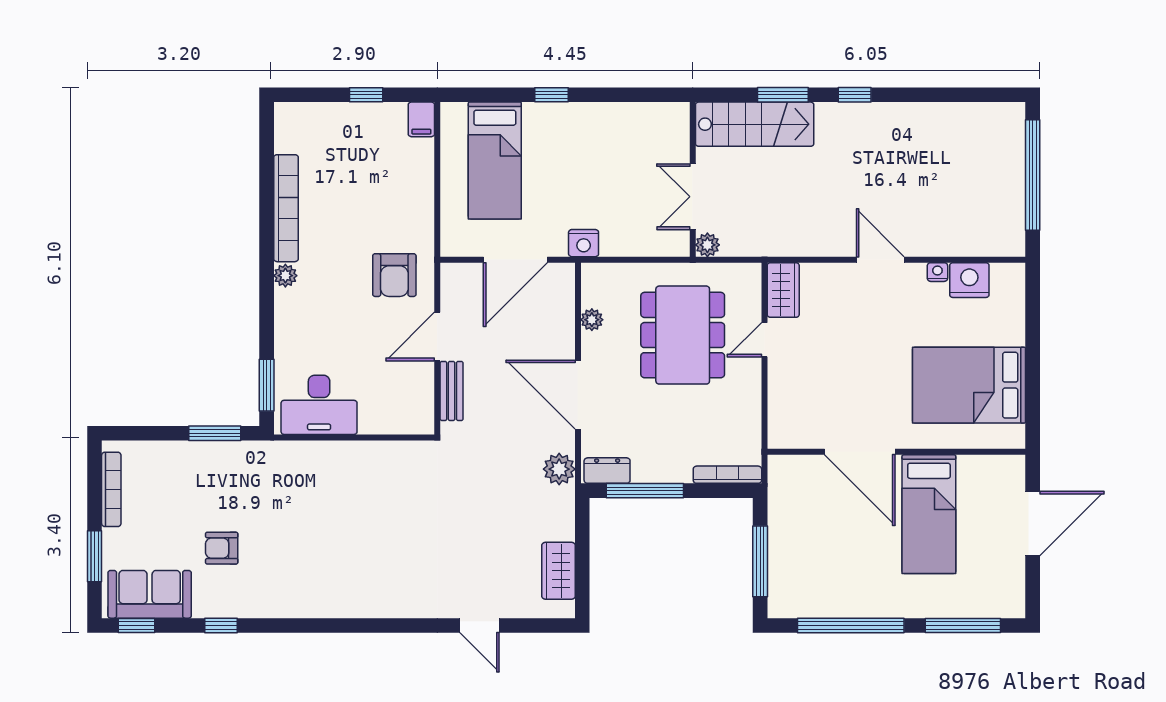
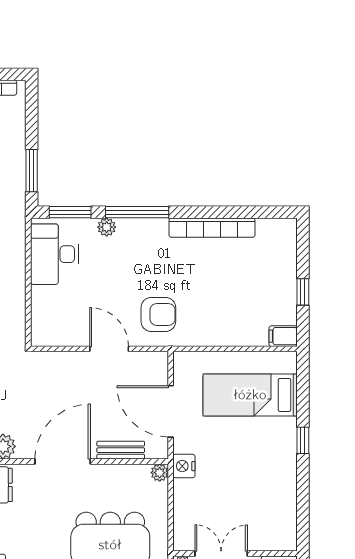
armchair: (394, 275) -> (158, 314), turned 180
plant: (285, 276) -> (107, 227), moved
window: (267, 302) -> (137, 212), added
plant: (592, 320) -> (160, 473), moved
bench: (452, 391) -> (121, 450), moved

